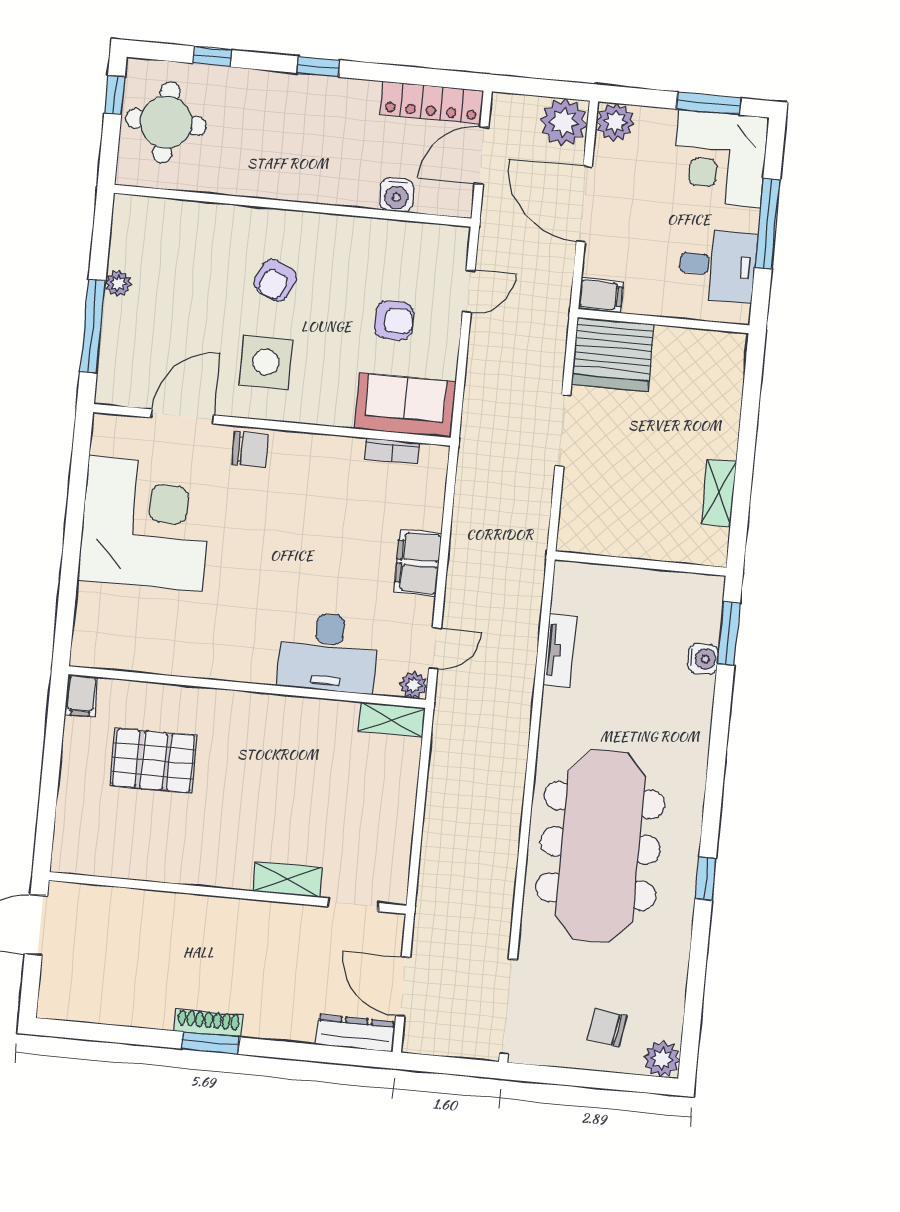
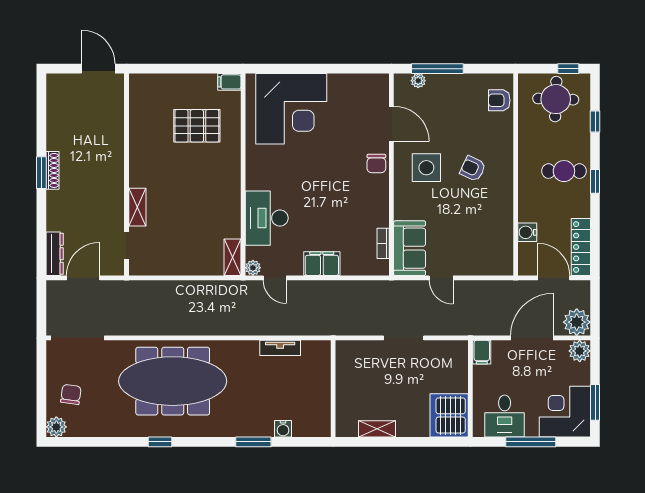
cafe table: (295, 120) -> (564, 171), added
plant: (118, 283) -> (418, 81), moved
door: (469, 291) -> (441, 278), moved
armchair: (394, 320) -> (499, 100), moved, turned 90
server rack: (613, 354) -> (449, 415), moved
corner desk: (145, 523) -> (291, 109), moved
window: (729, 634) -> (253, 442), moved
pallet: (153, 760) -> (197, 126), turned 90

